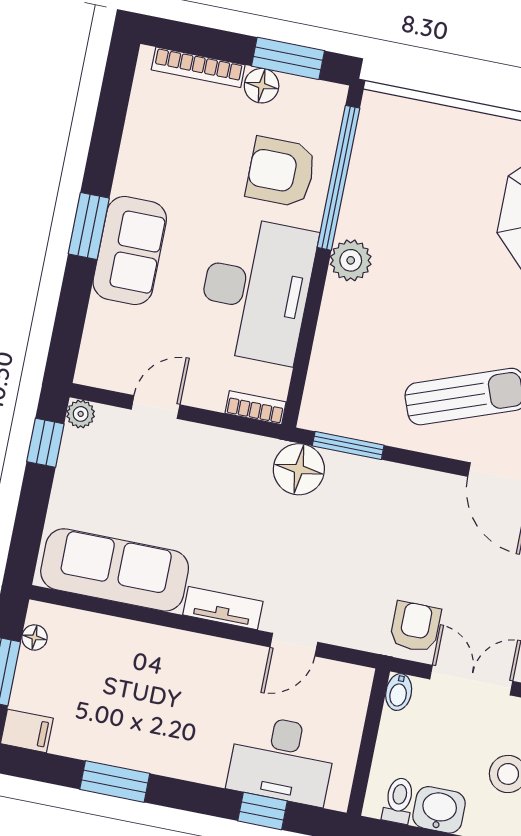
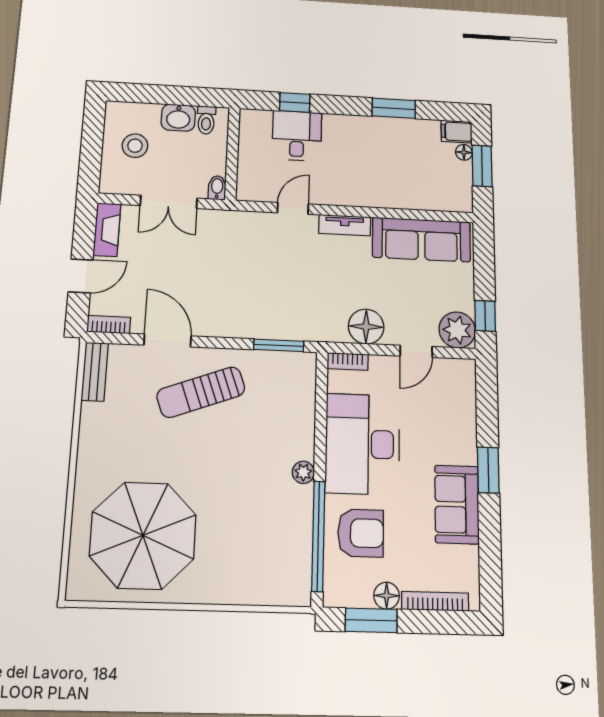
sofa: (130, 251) -> (457, 504), moved
plant: (351, 260) -> (303, 472), width x0.73, depth x0.73
plant: (81, 414) -> (457, 330), width x1.88, depth x1.88
floor lamp: (299, 469) -> (366, 327), moved
armchair: (415, 627) -> (212, 231), removed
floor lamp: (34, 637) -> (464, 152), moved
desk: (282, 760) -> (297, 136), width x0.73

